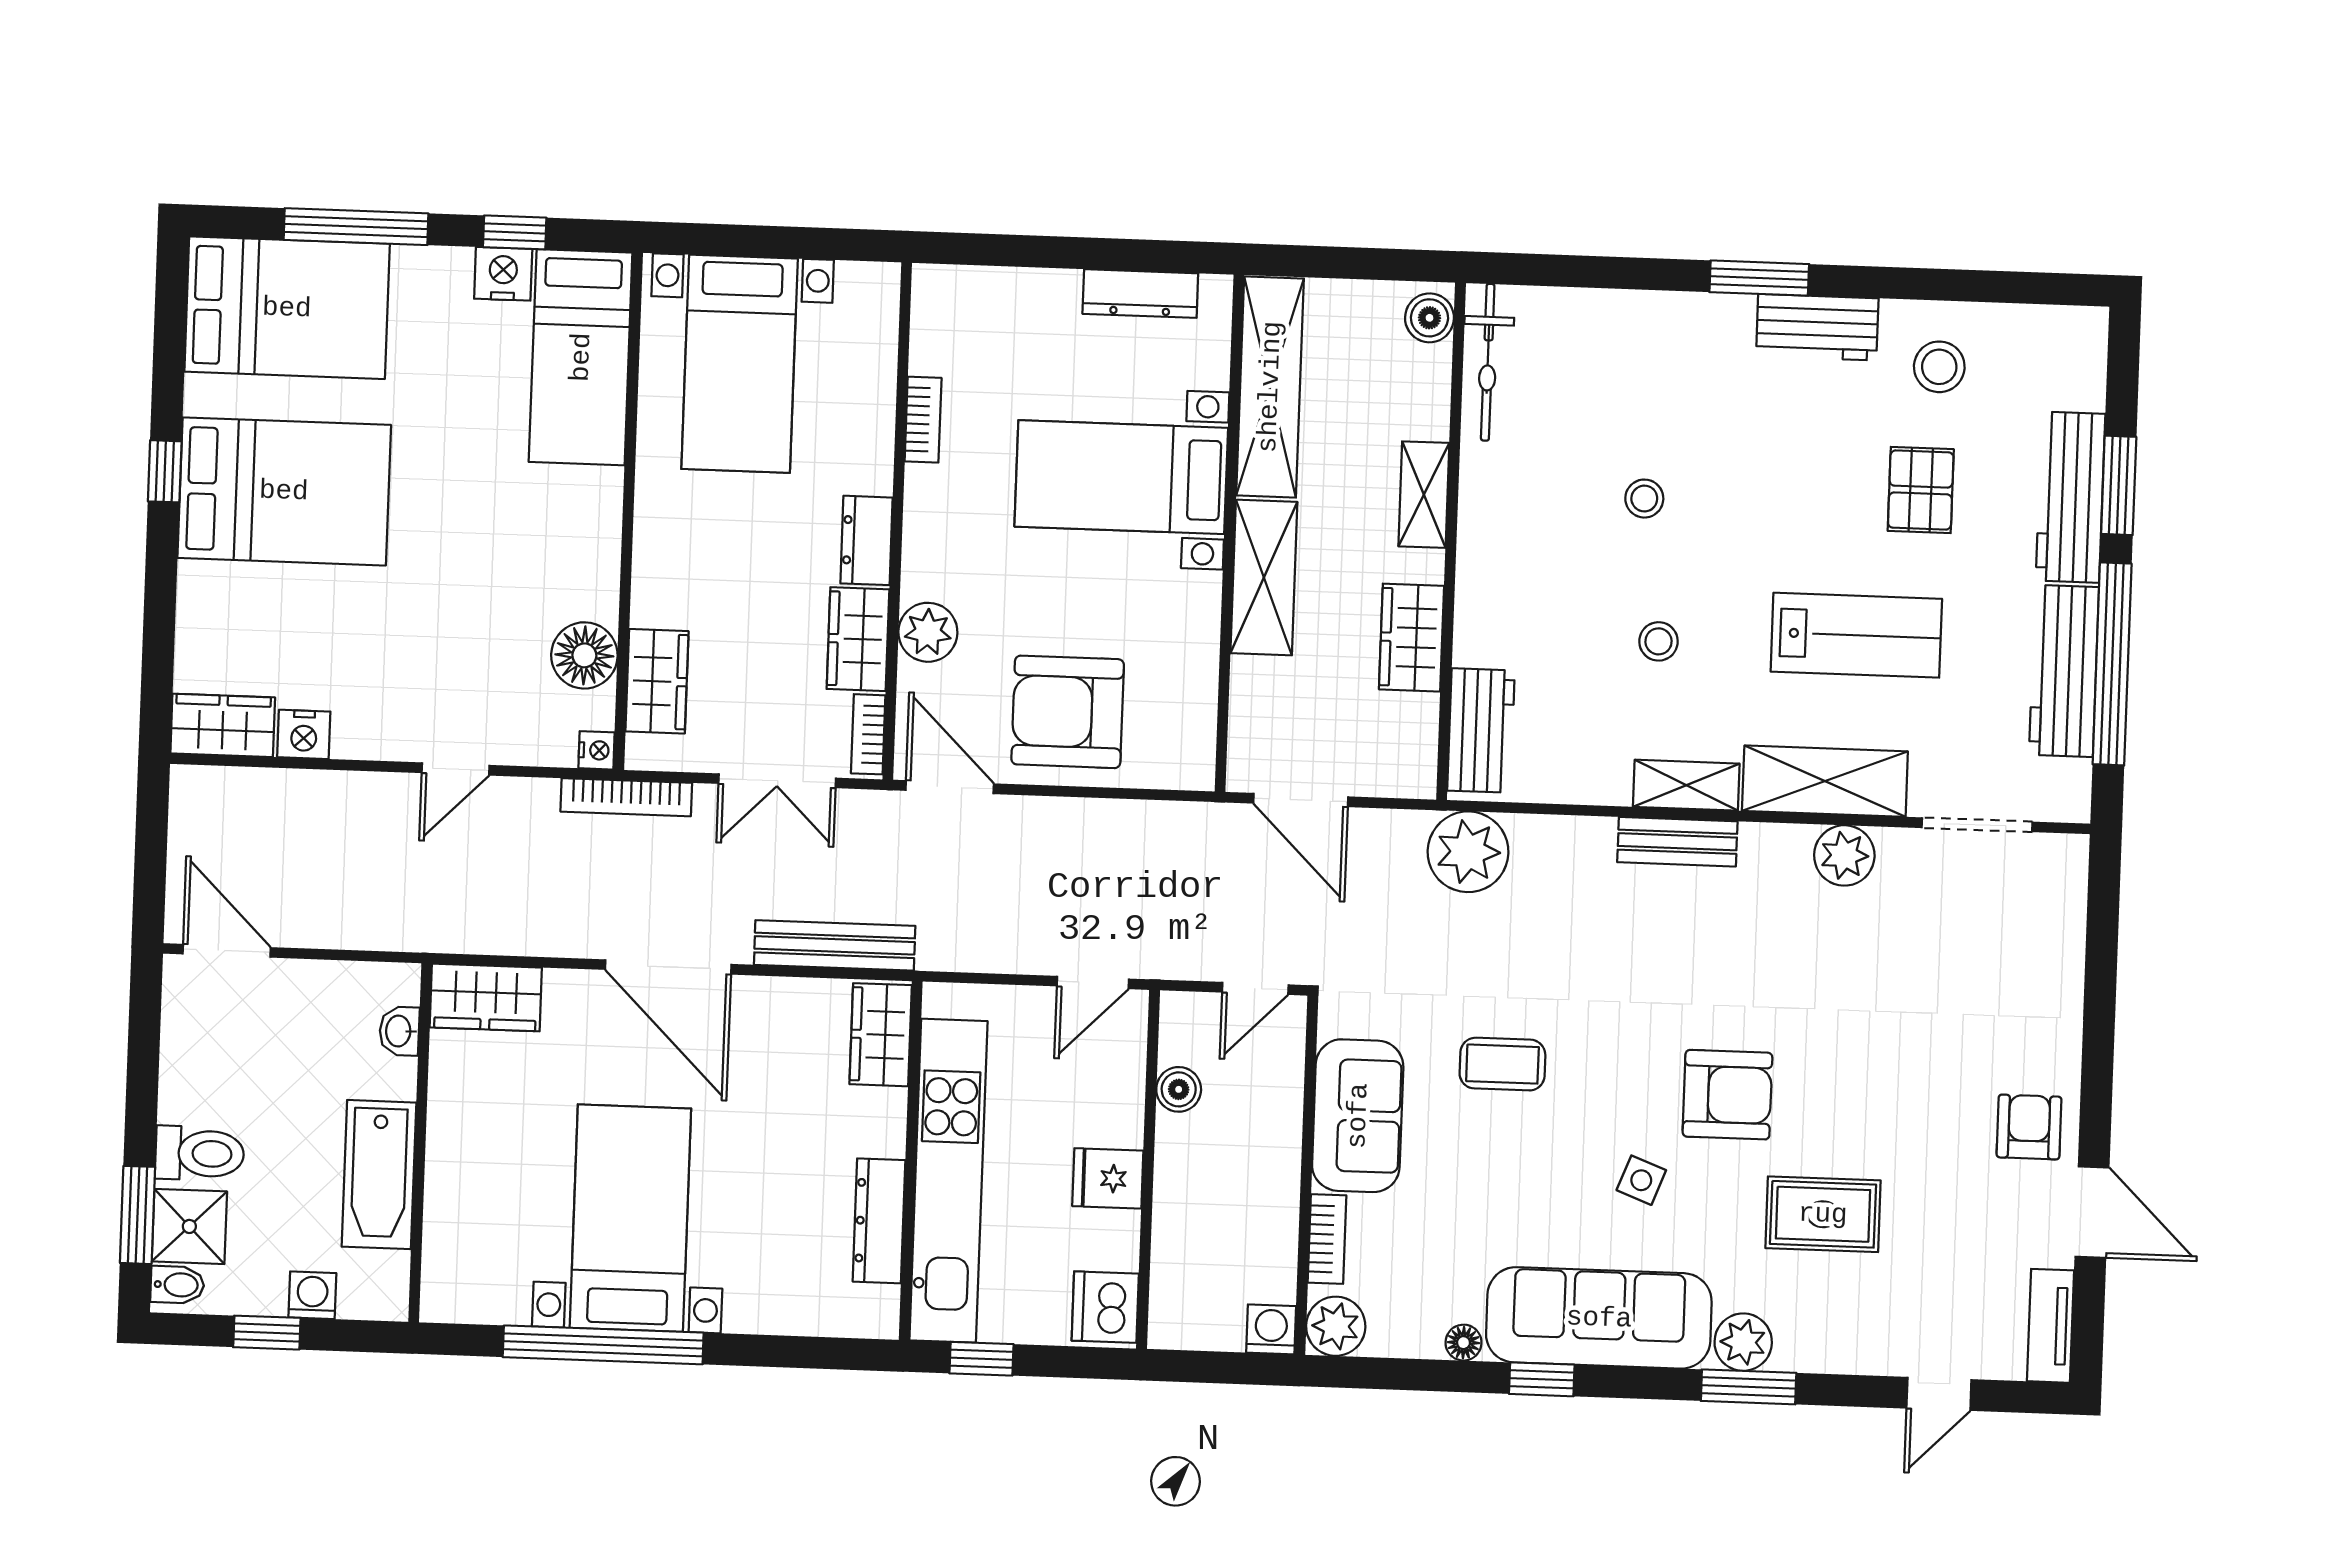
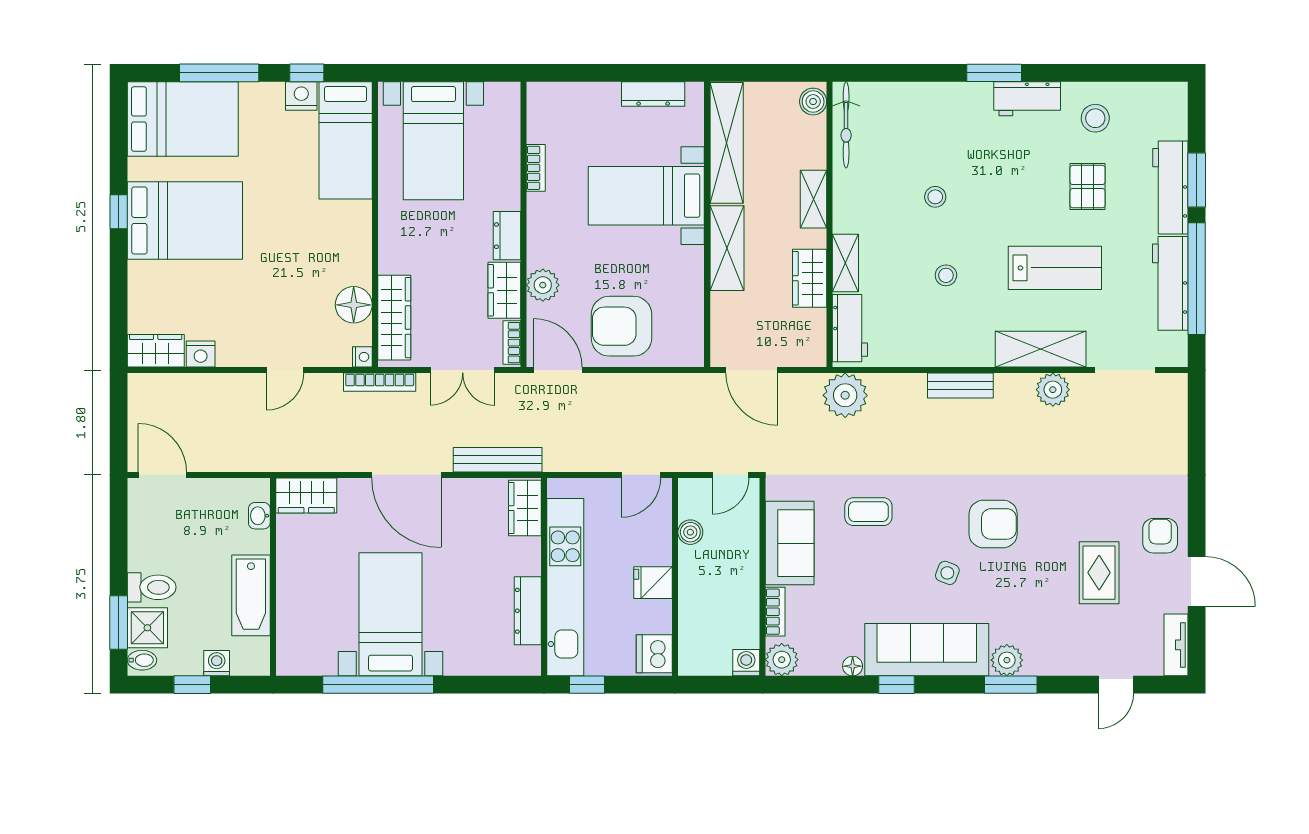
wardrobe: (657, 681) -> (394, 318), width x1.50
shelving: (1686, 785) -> (845, 263), moved, turned 90
rug: (1823, 1214) -> (1099, 573), moved, turned 90

